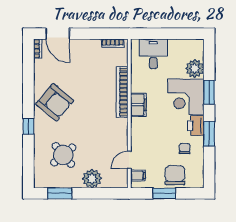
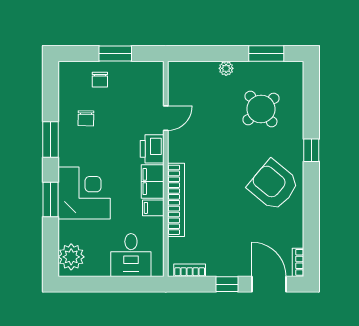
window: (87, 34) -> (227, 284), added
plant: (195, 69) -> (71, 257), moved
printer: (196, 126) -> (152, 149), moved, turned 180
door: (129, 160) -> (166, 118), moved
filing cabinet: (138, 175) -> (153, 208), moved
chair: (175, 175) -> (100, 80), width x0.54, depth x0.54
plant: (92, 179) -> (226, 68), width x0.53, depth x0.53

